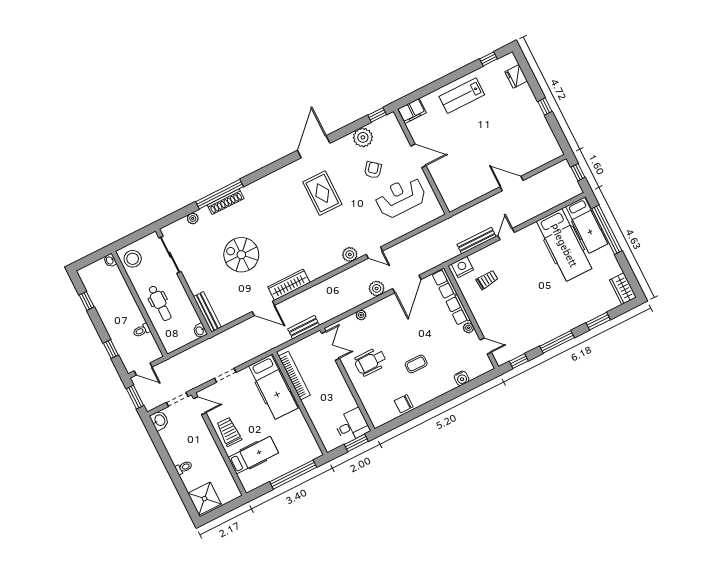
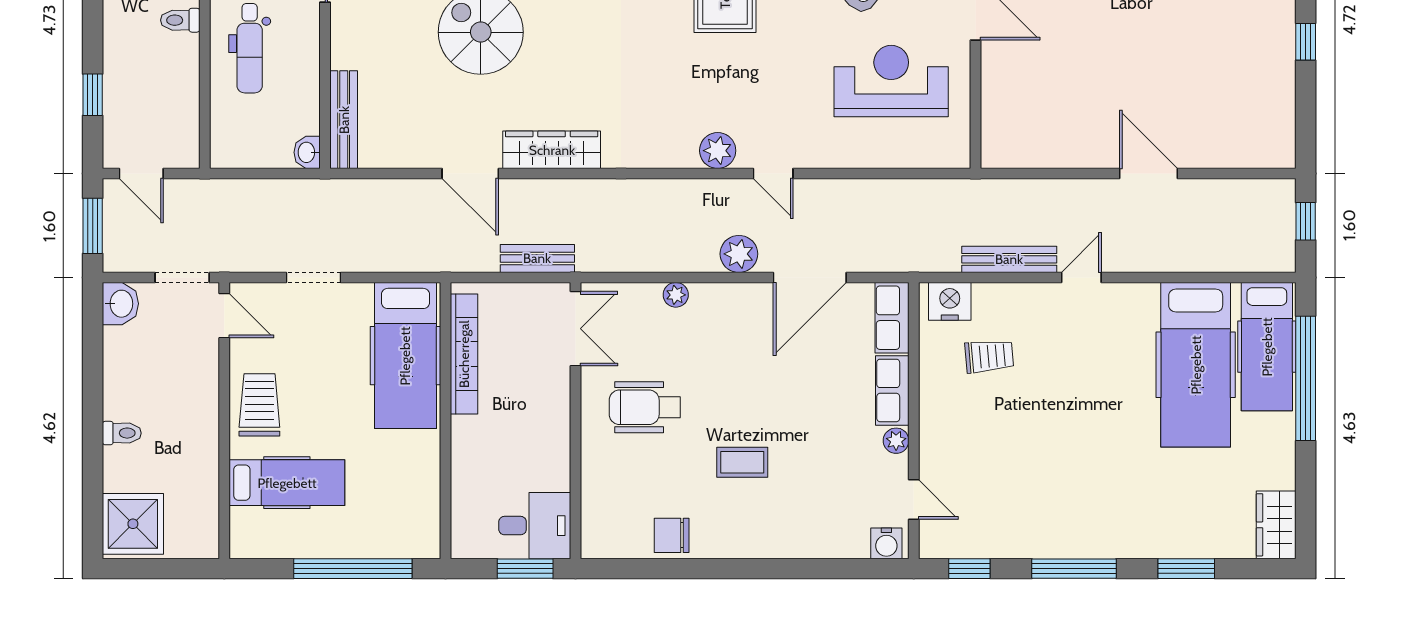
toilet: (142, 330) -> (180, 20), moved
water cooler: (462, 378) -> (886, 543), moved

